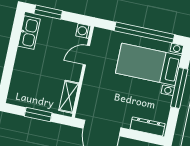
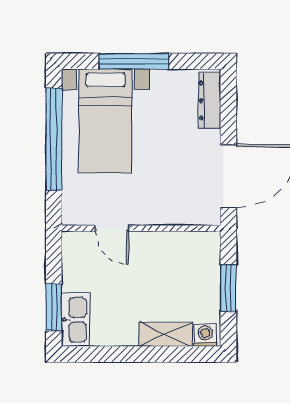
washing machine: (83, 31) -> (205, 335), moved, turned 180
kitchen sink: (29, 33) -> (76, 320), moved, turned 90
shelving: (69, 97) -> (165, 334), moved

